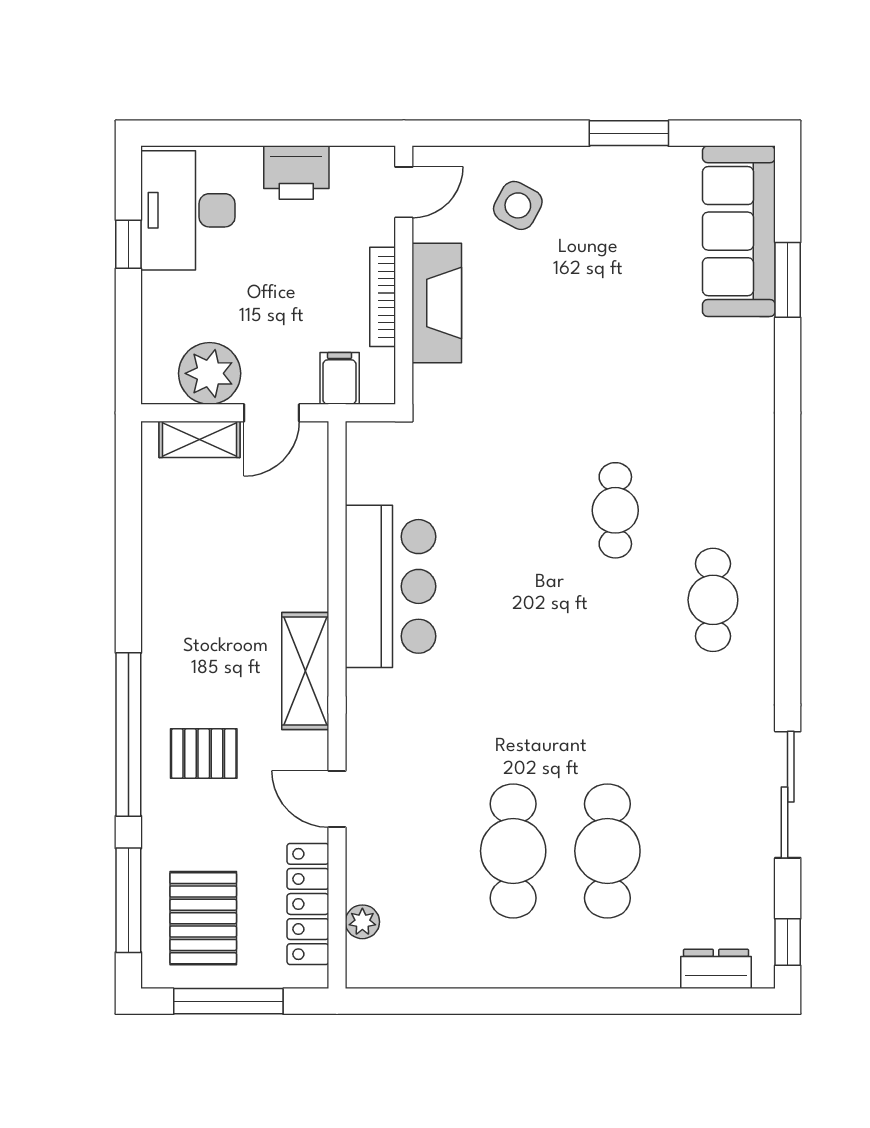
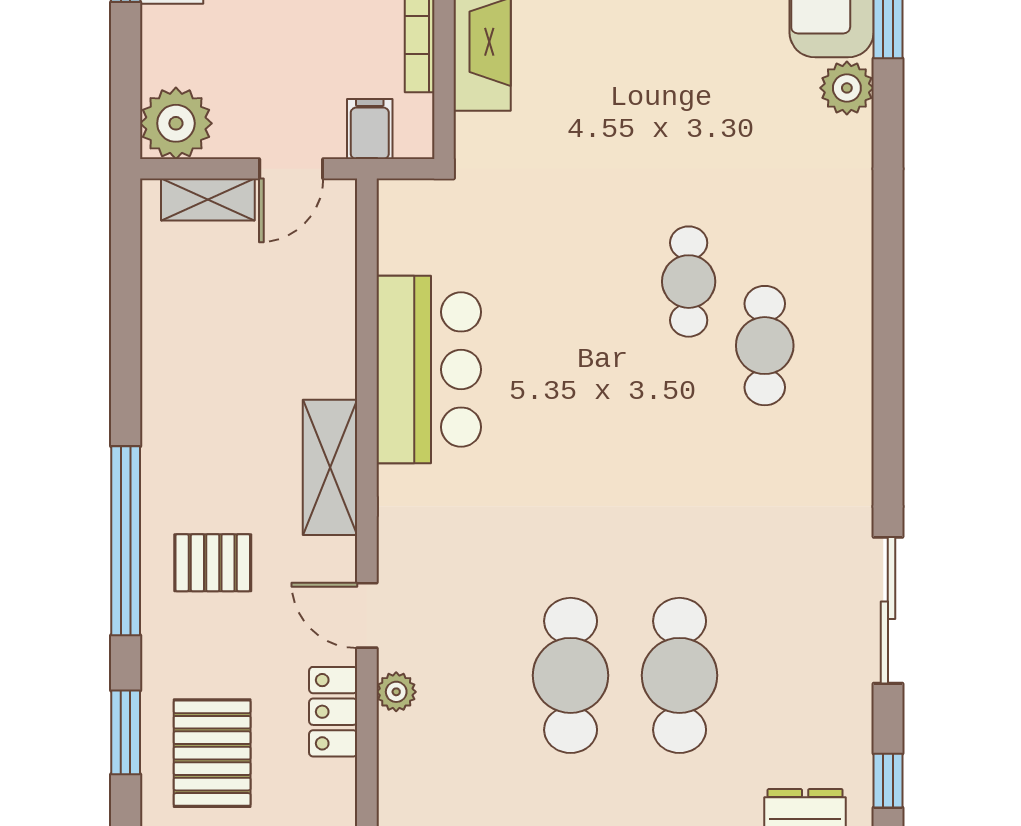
plant: (752, 343) -> (847, 88), added
plant: (210, 373) -> (176, 123), moved
cafe table: (713, 600) -> (765, 346), moved
window: (128, 900) -> (126, 732), width x0.69
locker: (308, 904) -> (333, 712), width x0.66
plant: (362, 922) -> (396, 692), moved

